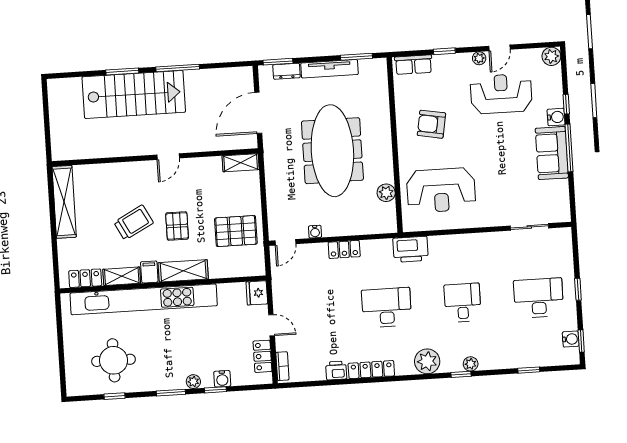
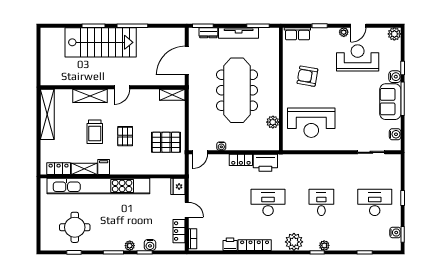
water cooler: (561, 199) -> (395, 134), added
trolley: (134, 223) -> (95, 132), turned 118
printer: (411, 249) -> (265, 163), moved
shelving: (183, 271) -> (90, 96), moved

